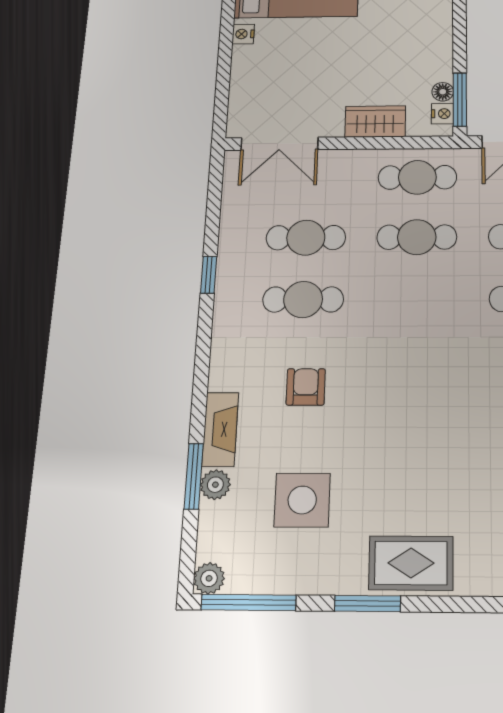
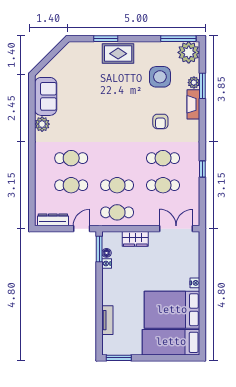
nightstand: (442, 114) -> (107, 264), moved
plant: (209, 578) -> (189, 52), width x1.87, depth x1.87
window: (367, 604) -> (106, 39), moved

